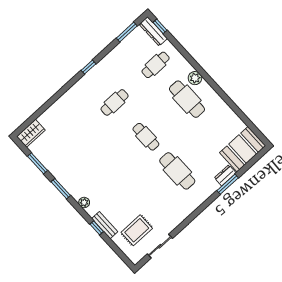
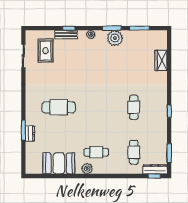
plant: (195, 78) -> (87, 169), moved
cafe table: (187, 99) -> (96, 152), width x0.73, depth x0.74
wardrobe: (31, 133) -> (161, 60), moved
cafe table: (146, 137) -> (96, 107), removed
booth: (243, 149) -> (59, 163), moved, turned 90
plant: (67, 178) -> (115, 38), added

